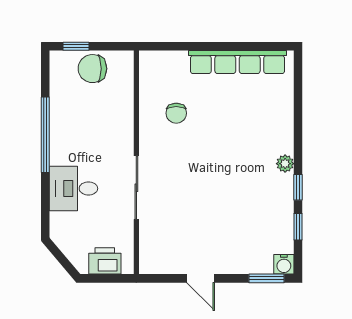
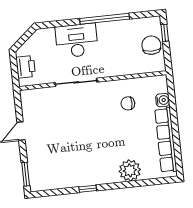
plant: (285, 164) -> (130, 170), moved, width x1.88, depth x1.88
desk: (73, 188) -> (77, 41), width x1.37
window: (298, 227) -> (62, 191), removed
water cooler: (284, 264) -> (163, 100), moved, turned 180

